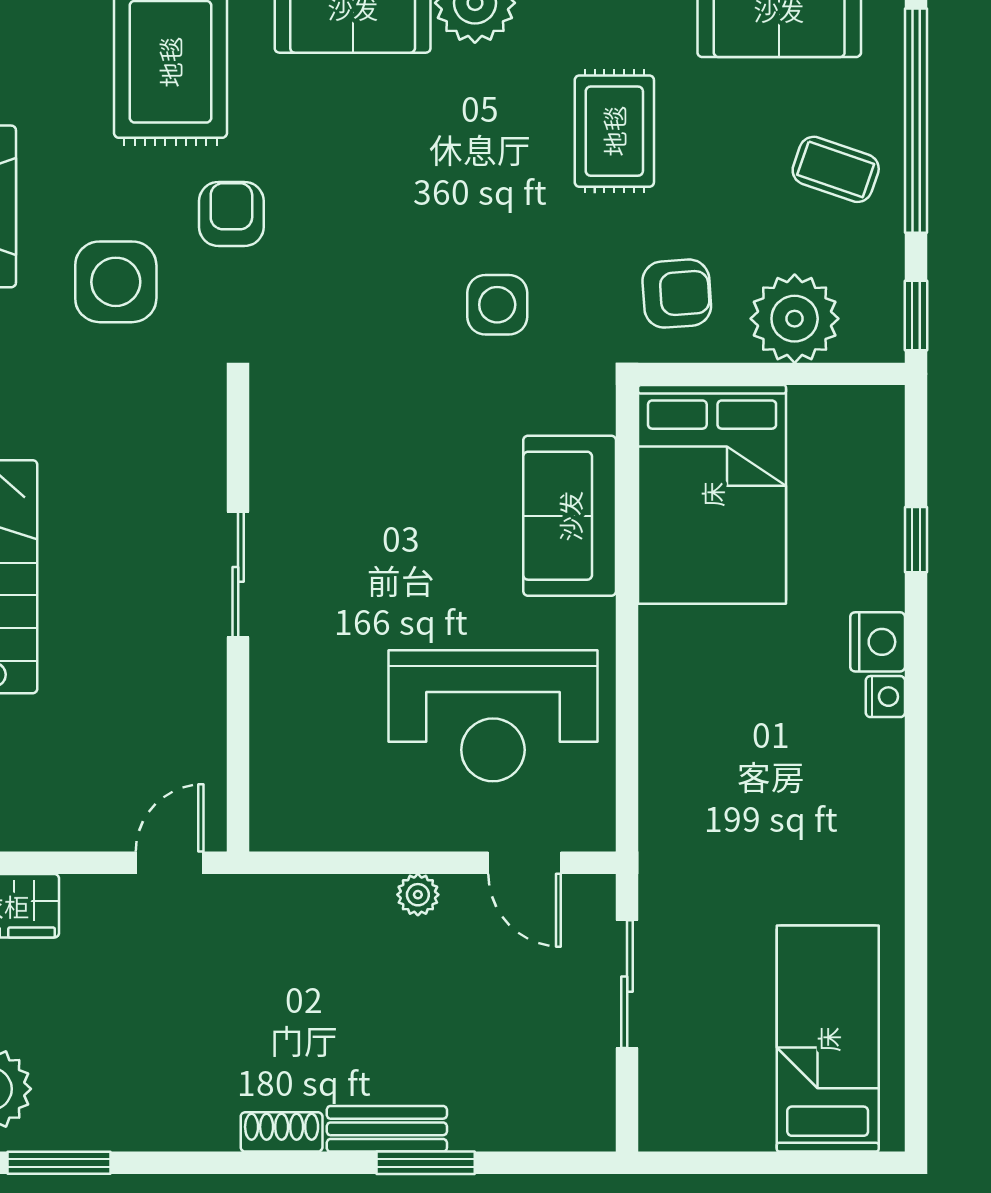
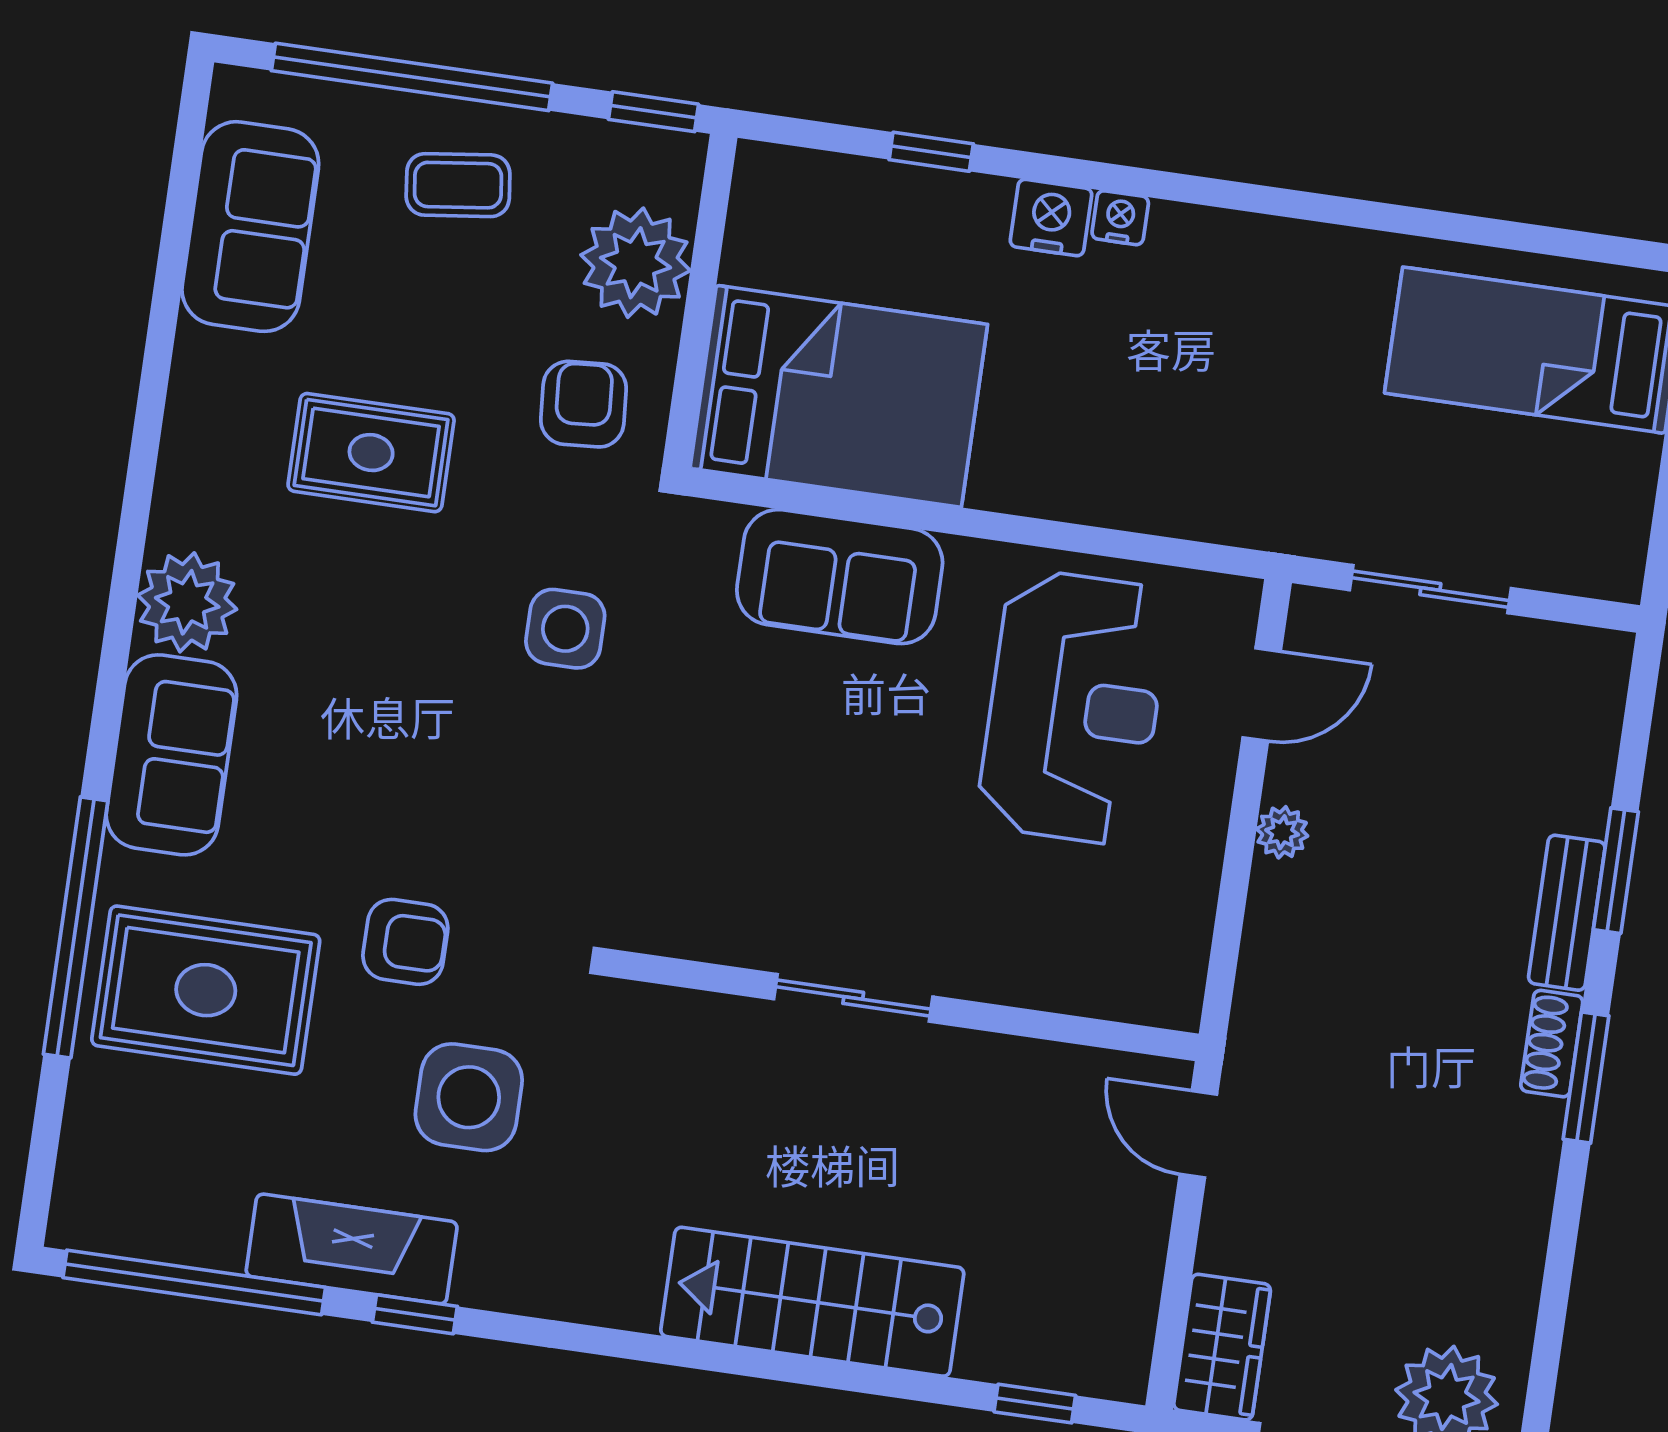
coffee table: (836, 169) -> (458, 185), turned 64
armchair: (231, 214) -> (405, 942), turned 180
window: (59, 1163) -> (1586, 1078), moved

